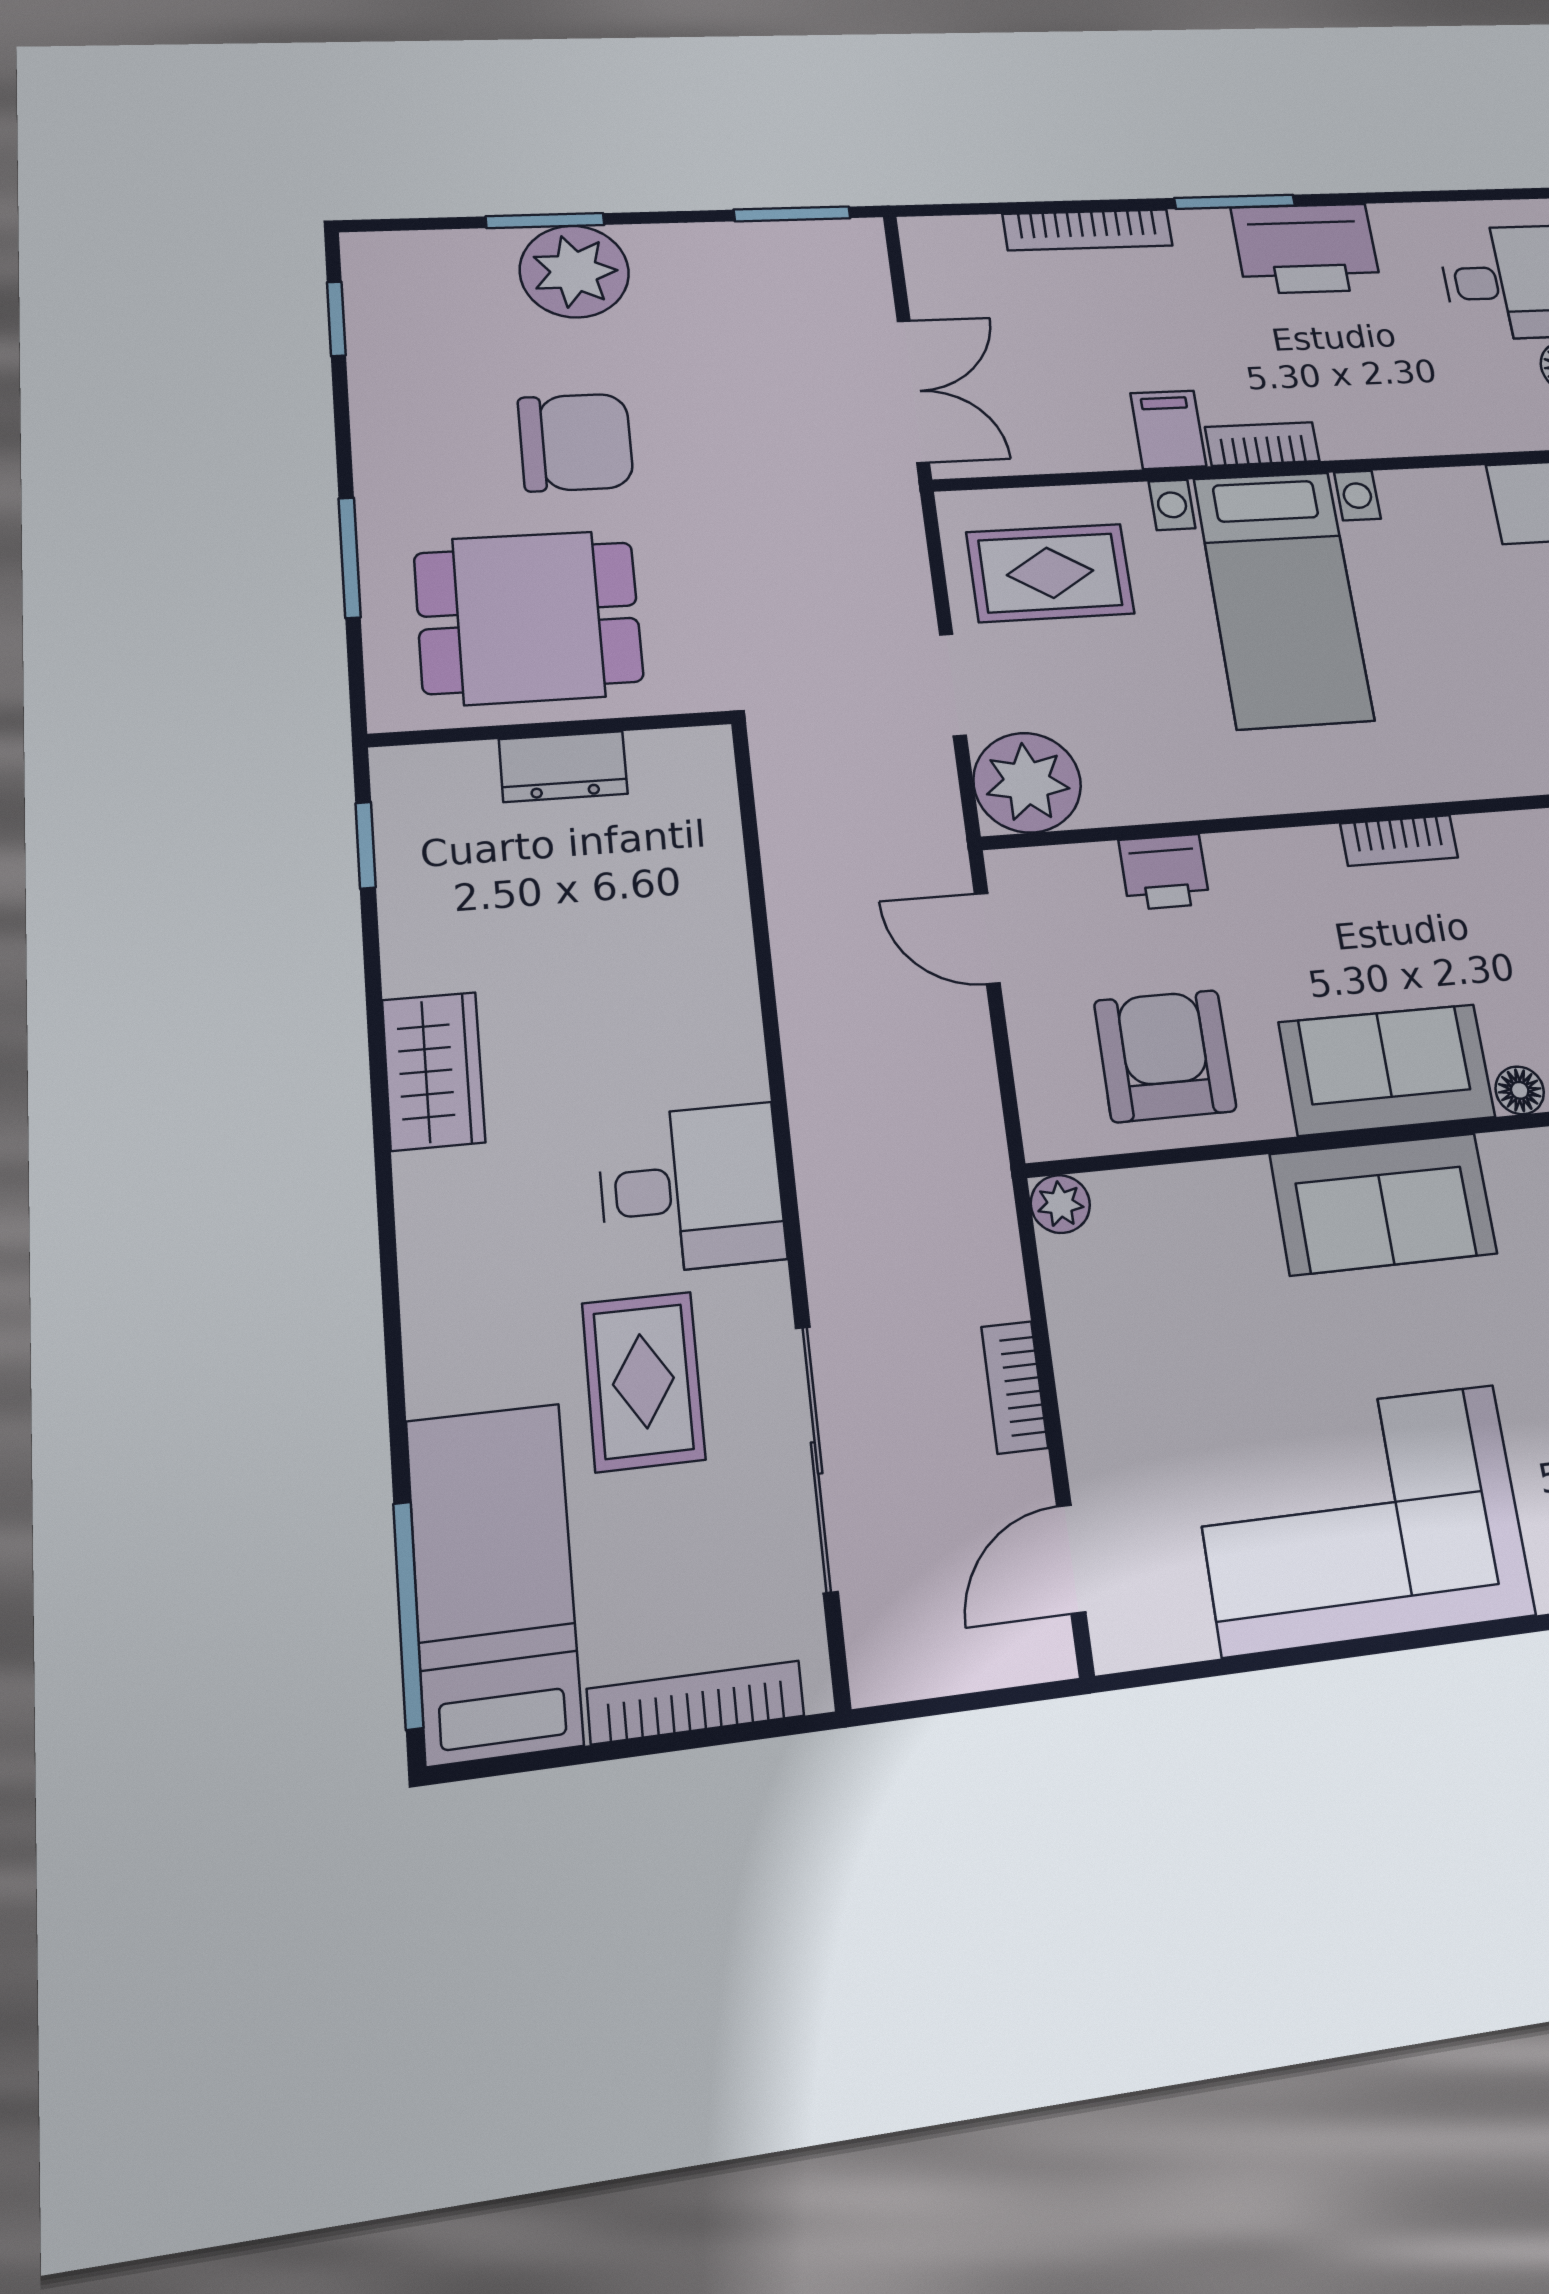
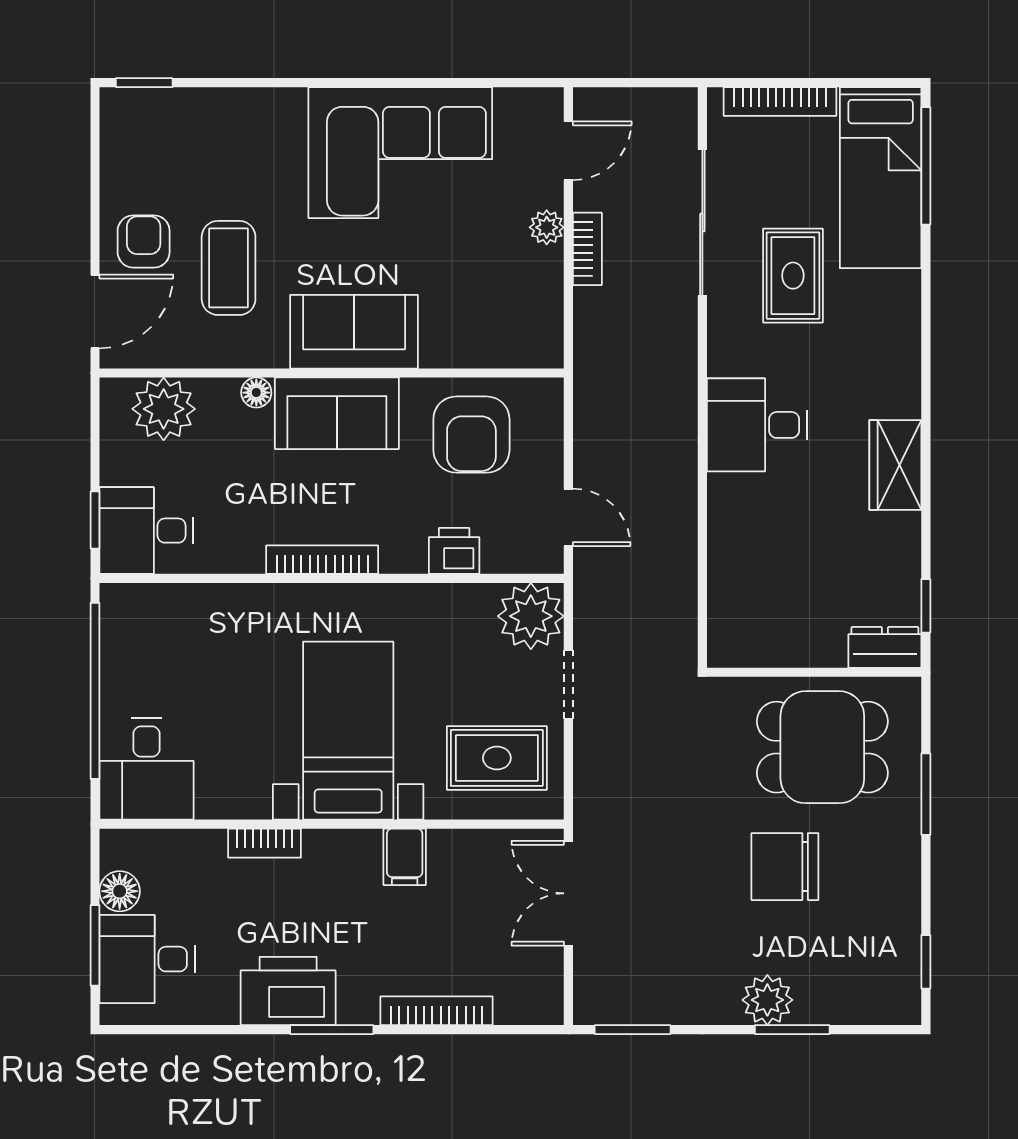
plant: (574, 271) -> (767, 1000), width x0.73, depth x0.73
bookcase: (1262, 444) -> (265, 843), moved
dresser: (563, 767) -> (885, 647), moved
bookcase: (1399, 840) -> (322, 560), width x1.56
desk: (691, 1188) -> (757, 425), moved
plant: (1060, 1204) -> (547, 227), moved

